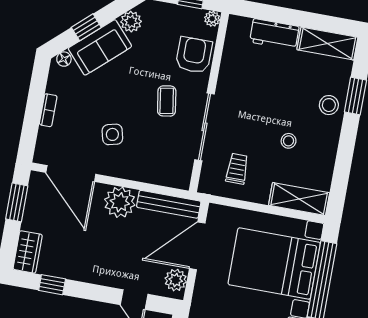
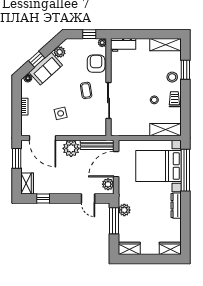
workbench: (274, 34) -> (123, 45), moved
trolley: (237, 169) -> (174, 99), moved

